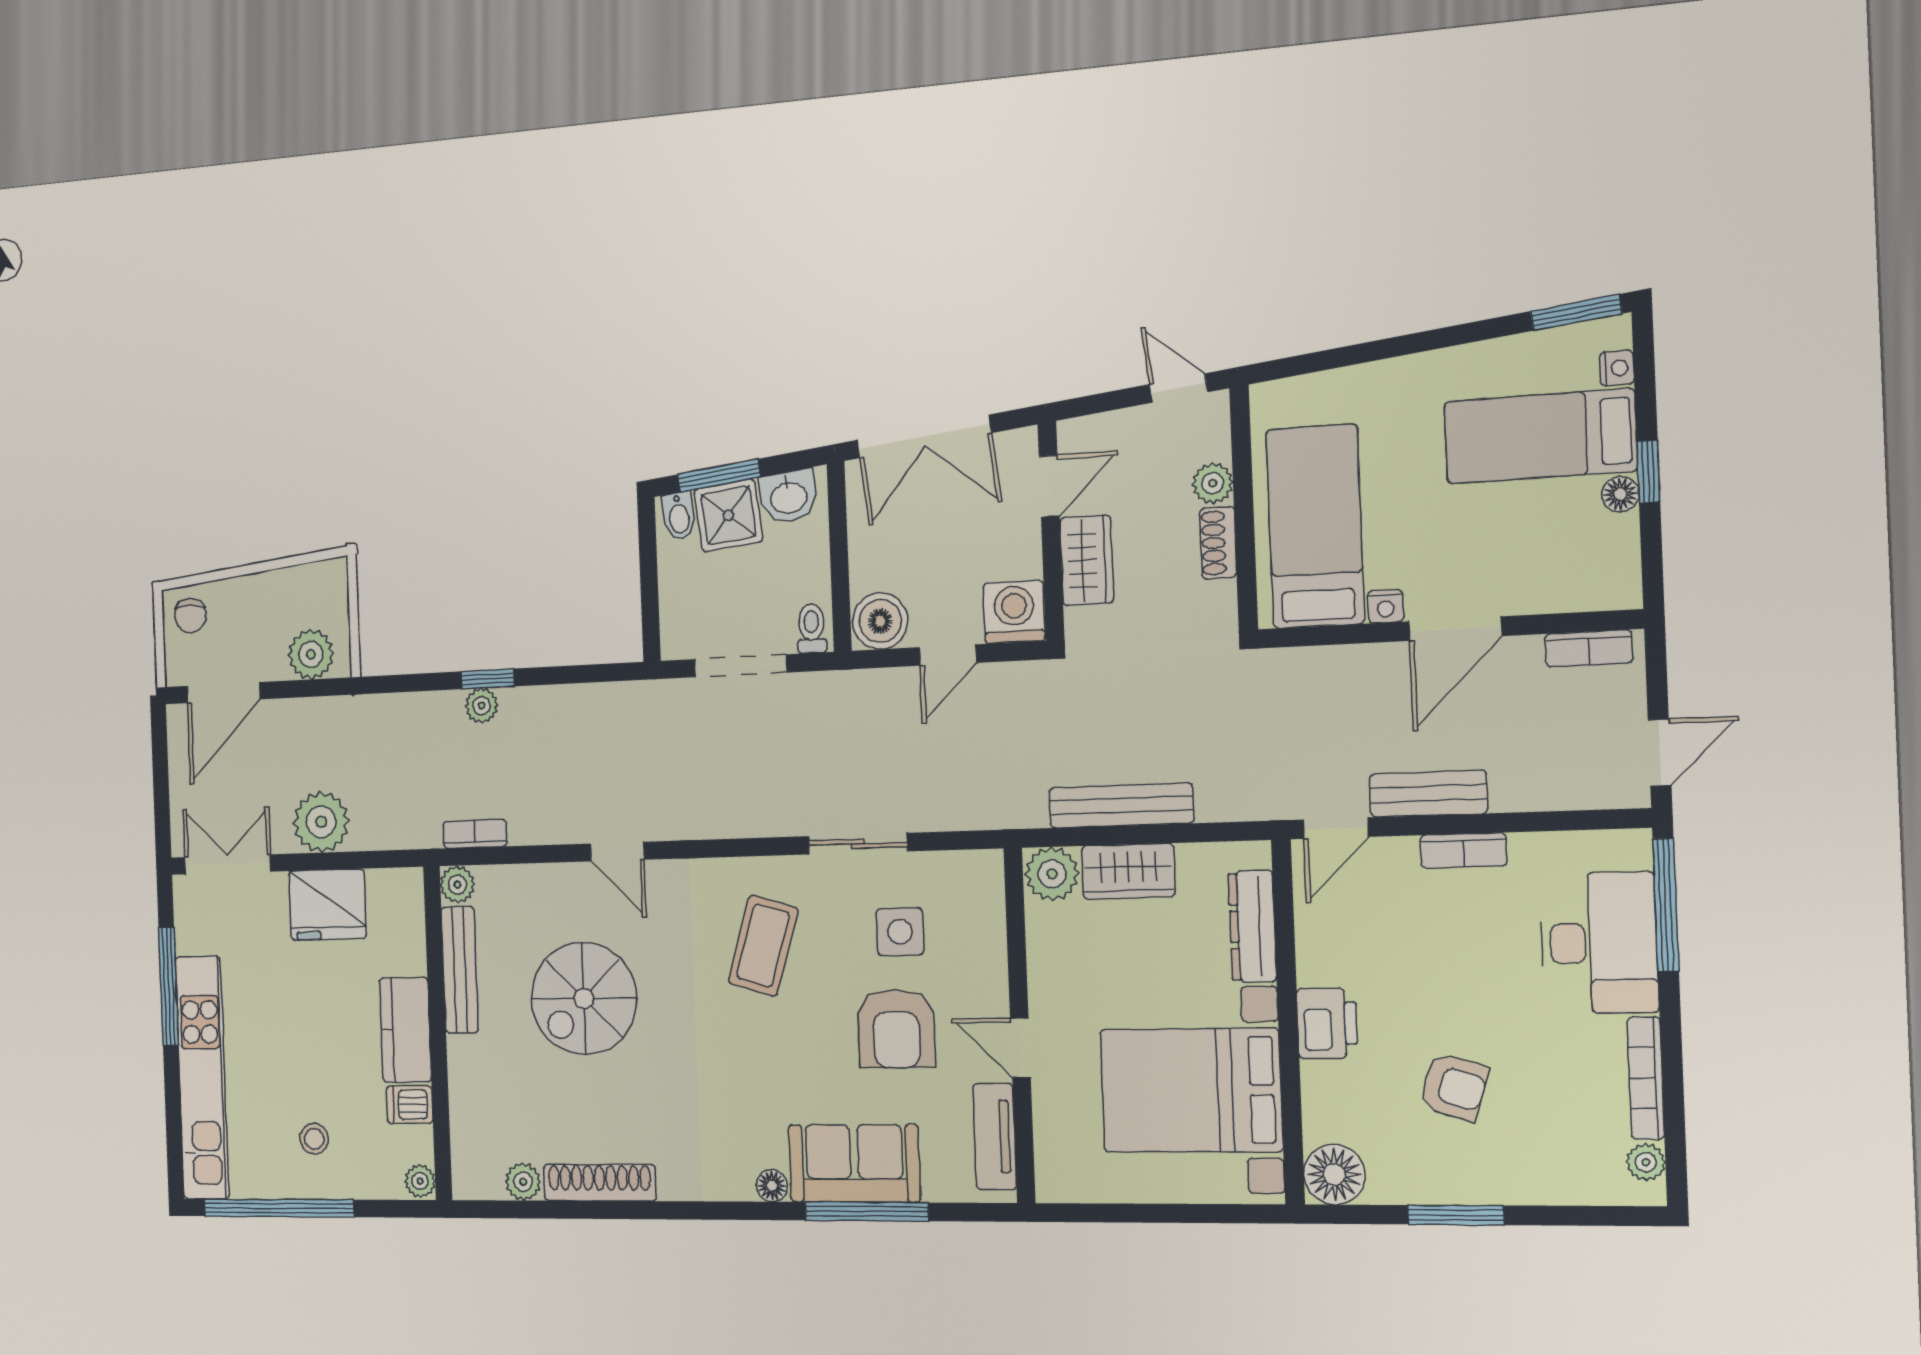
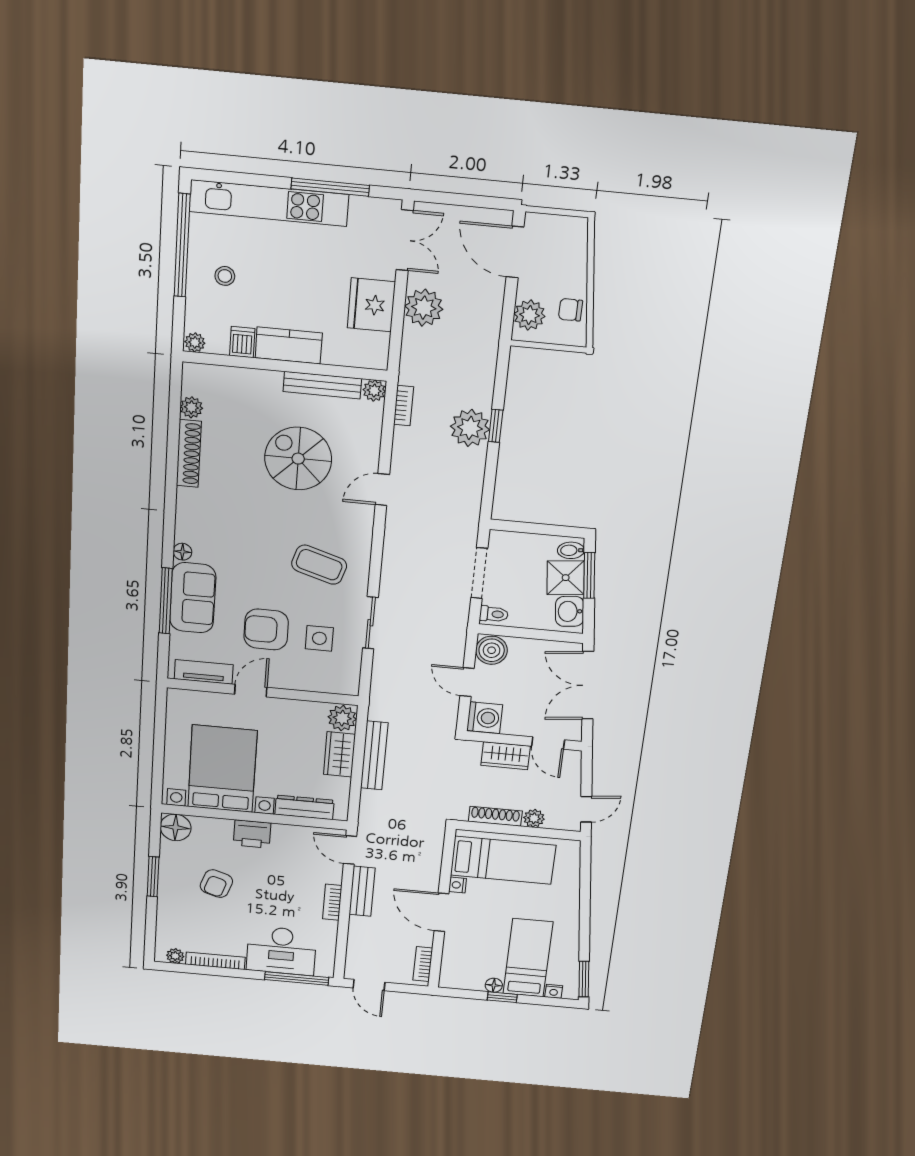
shoe rack: (1218, 543) -> (495, 816), width x1.43
chair: (190, 616) -> (570, 310), moved
plant: (482, 706) -> (470, 428), width x1.88, depth x1.88

